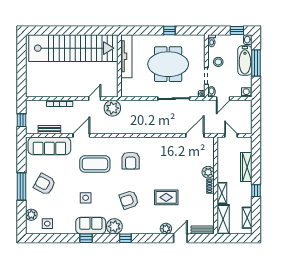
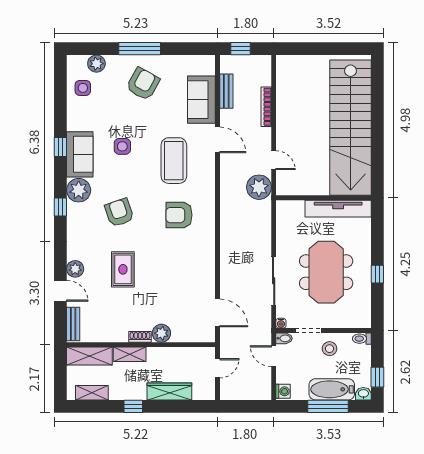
sofa: (49, 146) -> (201, 100), width x0.73

